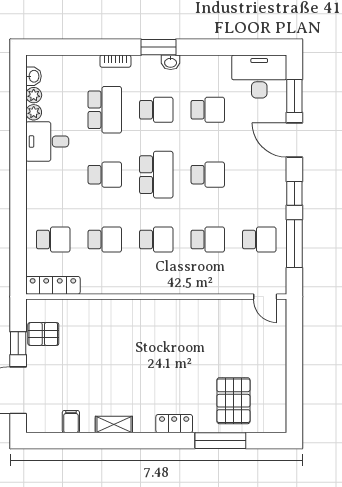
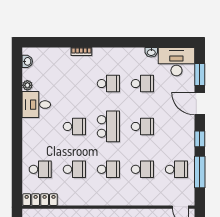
window: (158, 47) -> (110, 42), removed
washbasin: (171, 62) -> (151, 52), moved
plant: (34, 95) -> (27, 74), removed
school desk: (105, 110) -> (74, 84), removed

